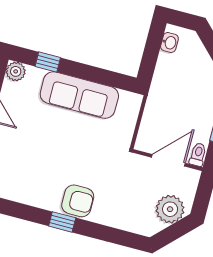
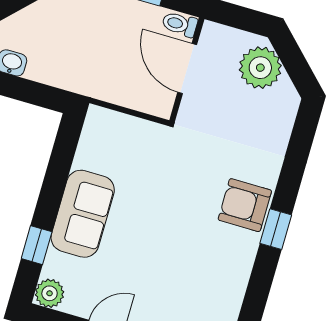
sofa: (79, 95) -> (83, 214), width x0.73
armchair: (78, 201) -> (245, 205), turned -90

